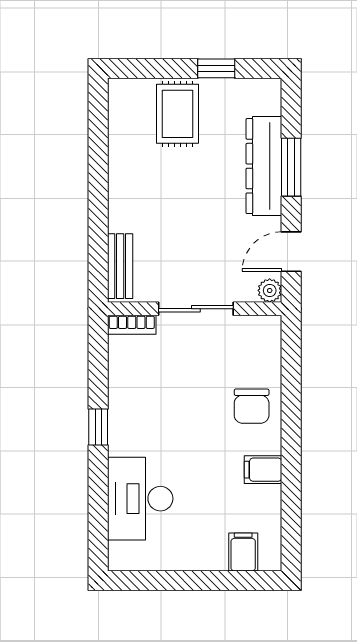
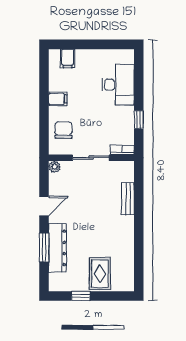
plant: (270, 290) -> (55, 167), moved
wall: (195, 309) -> (91, 158), moved
sliding door: (196, 309) -> (91, 158), moved
bookcase: (132, 325) -> (122, 150), moved

